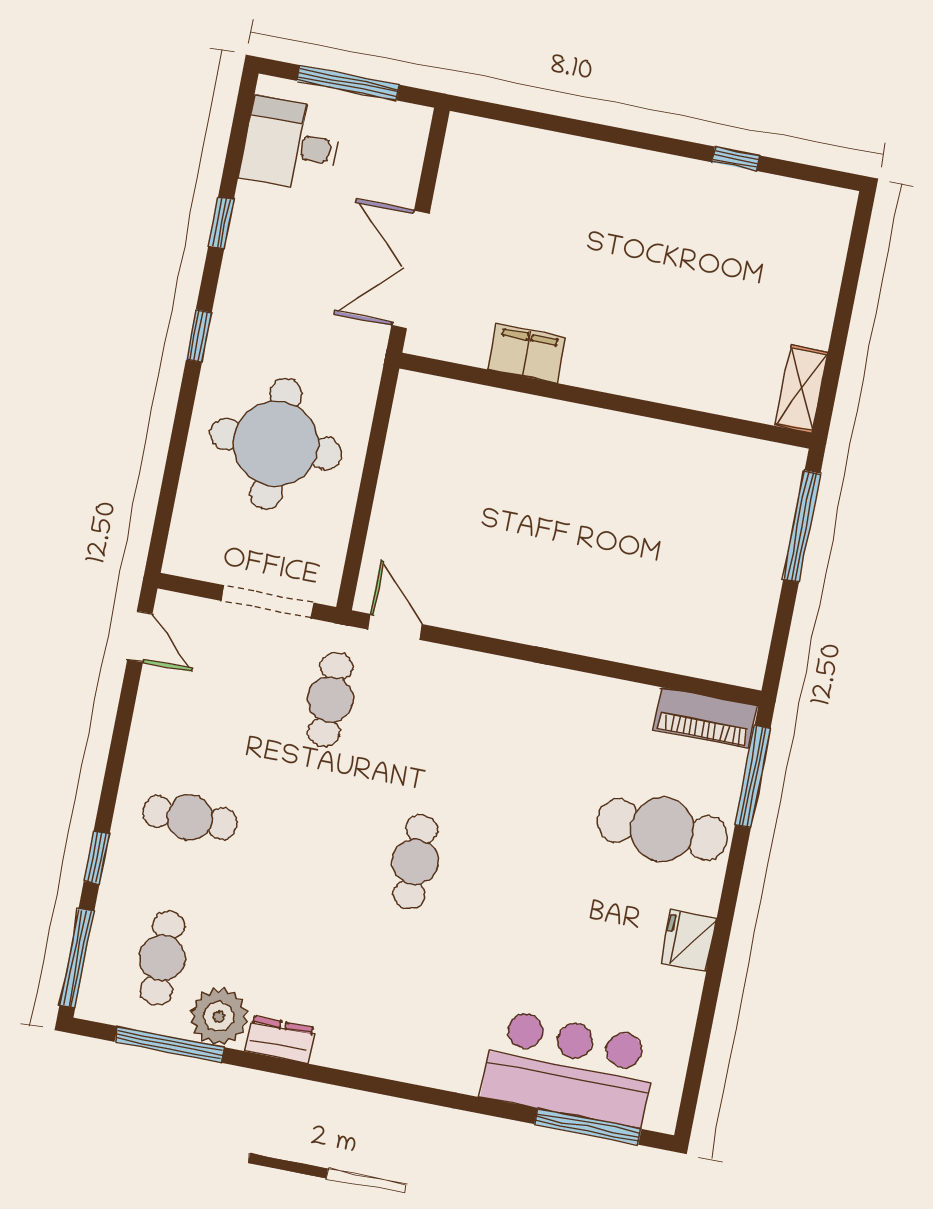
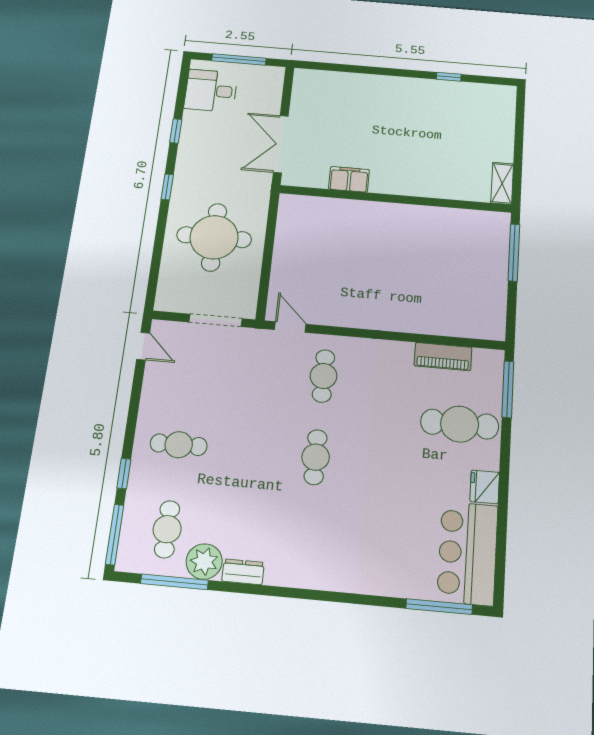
cafe table: (330, 699) -> (323, 376), moved
piano: (705, 718) -> (443, 357), moved
bar counter: (569, 1068) -> (468, 553), moved, turned -90

